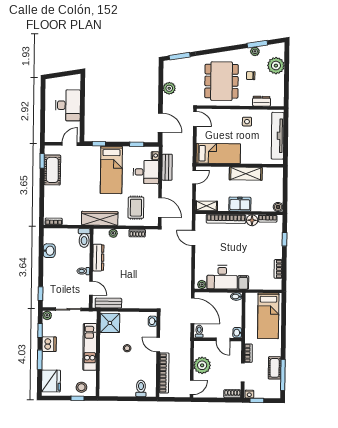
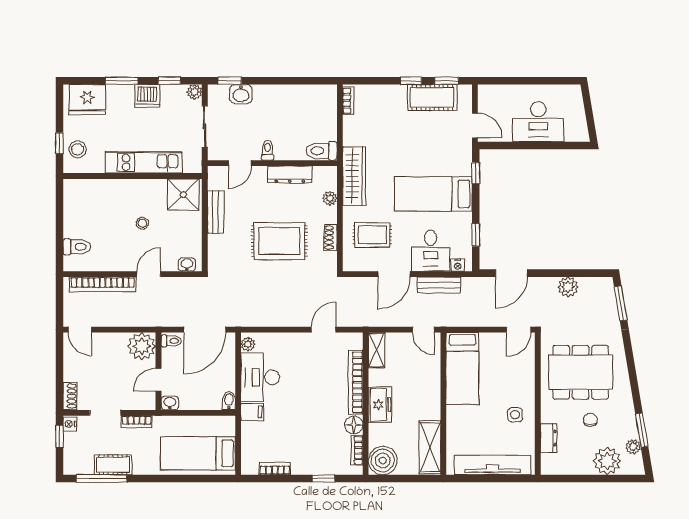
plant: (255, 51) -> (633, 447), moved
shelving: (246, 174) -> (430, 447), moved
window: (42, 183) -> (411, 81), added
door: (160, 207) -> (394, 274), moved
boiler: (278, 207) -> (383, 460), width x1.86, depth x1.86
washbasin: (49, 251) -> (241, 94), moved
rug: (139, 264) -> (279, 241), added
bench: (108, 303) -> (216, 212), moved
plant: (202, 365) -> (142, 346), moved

